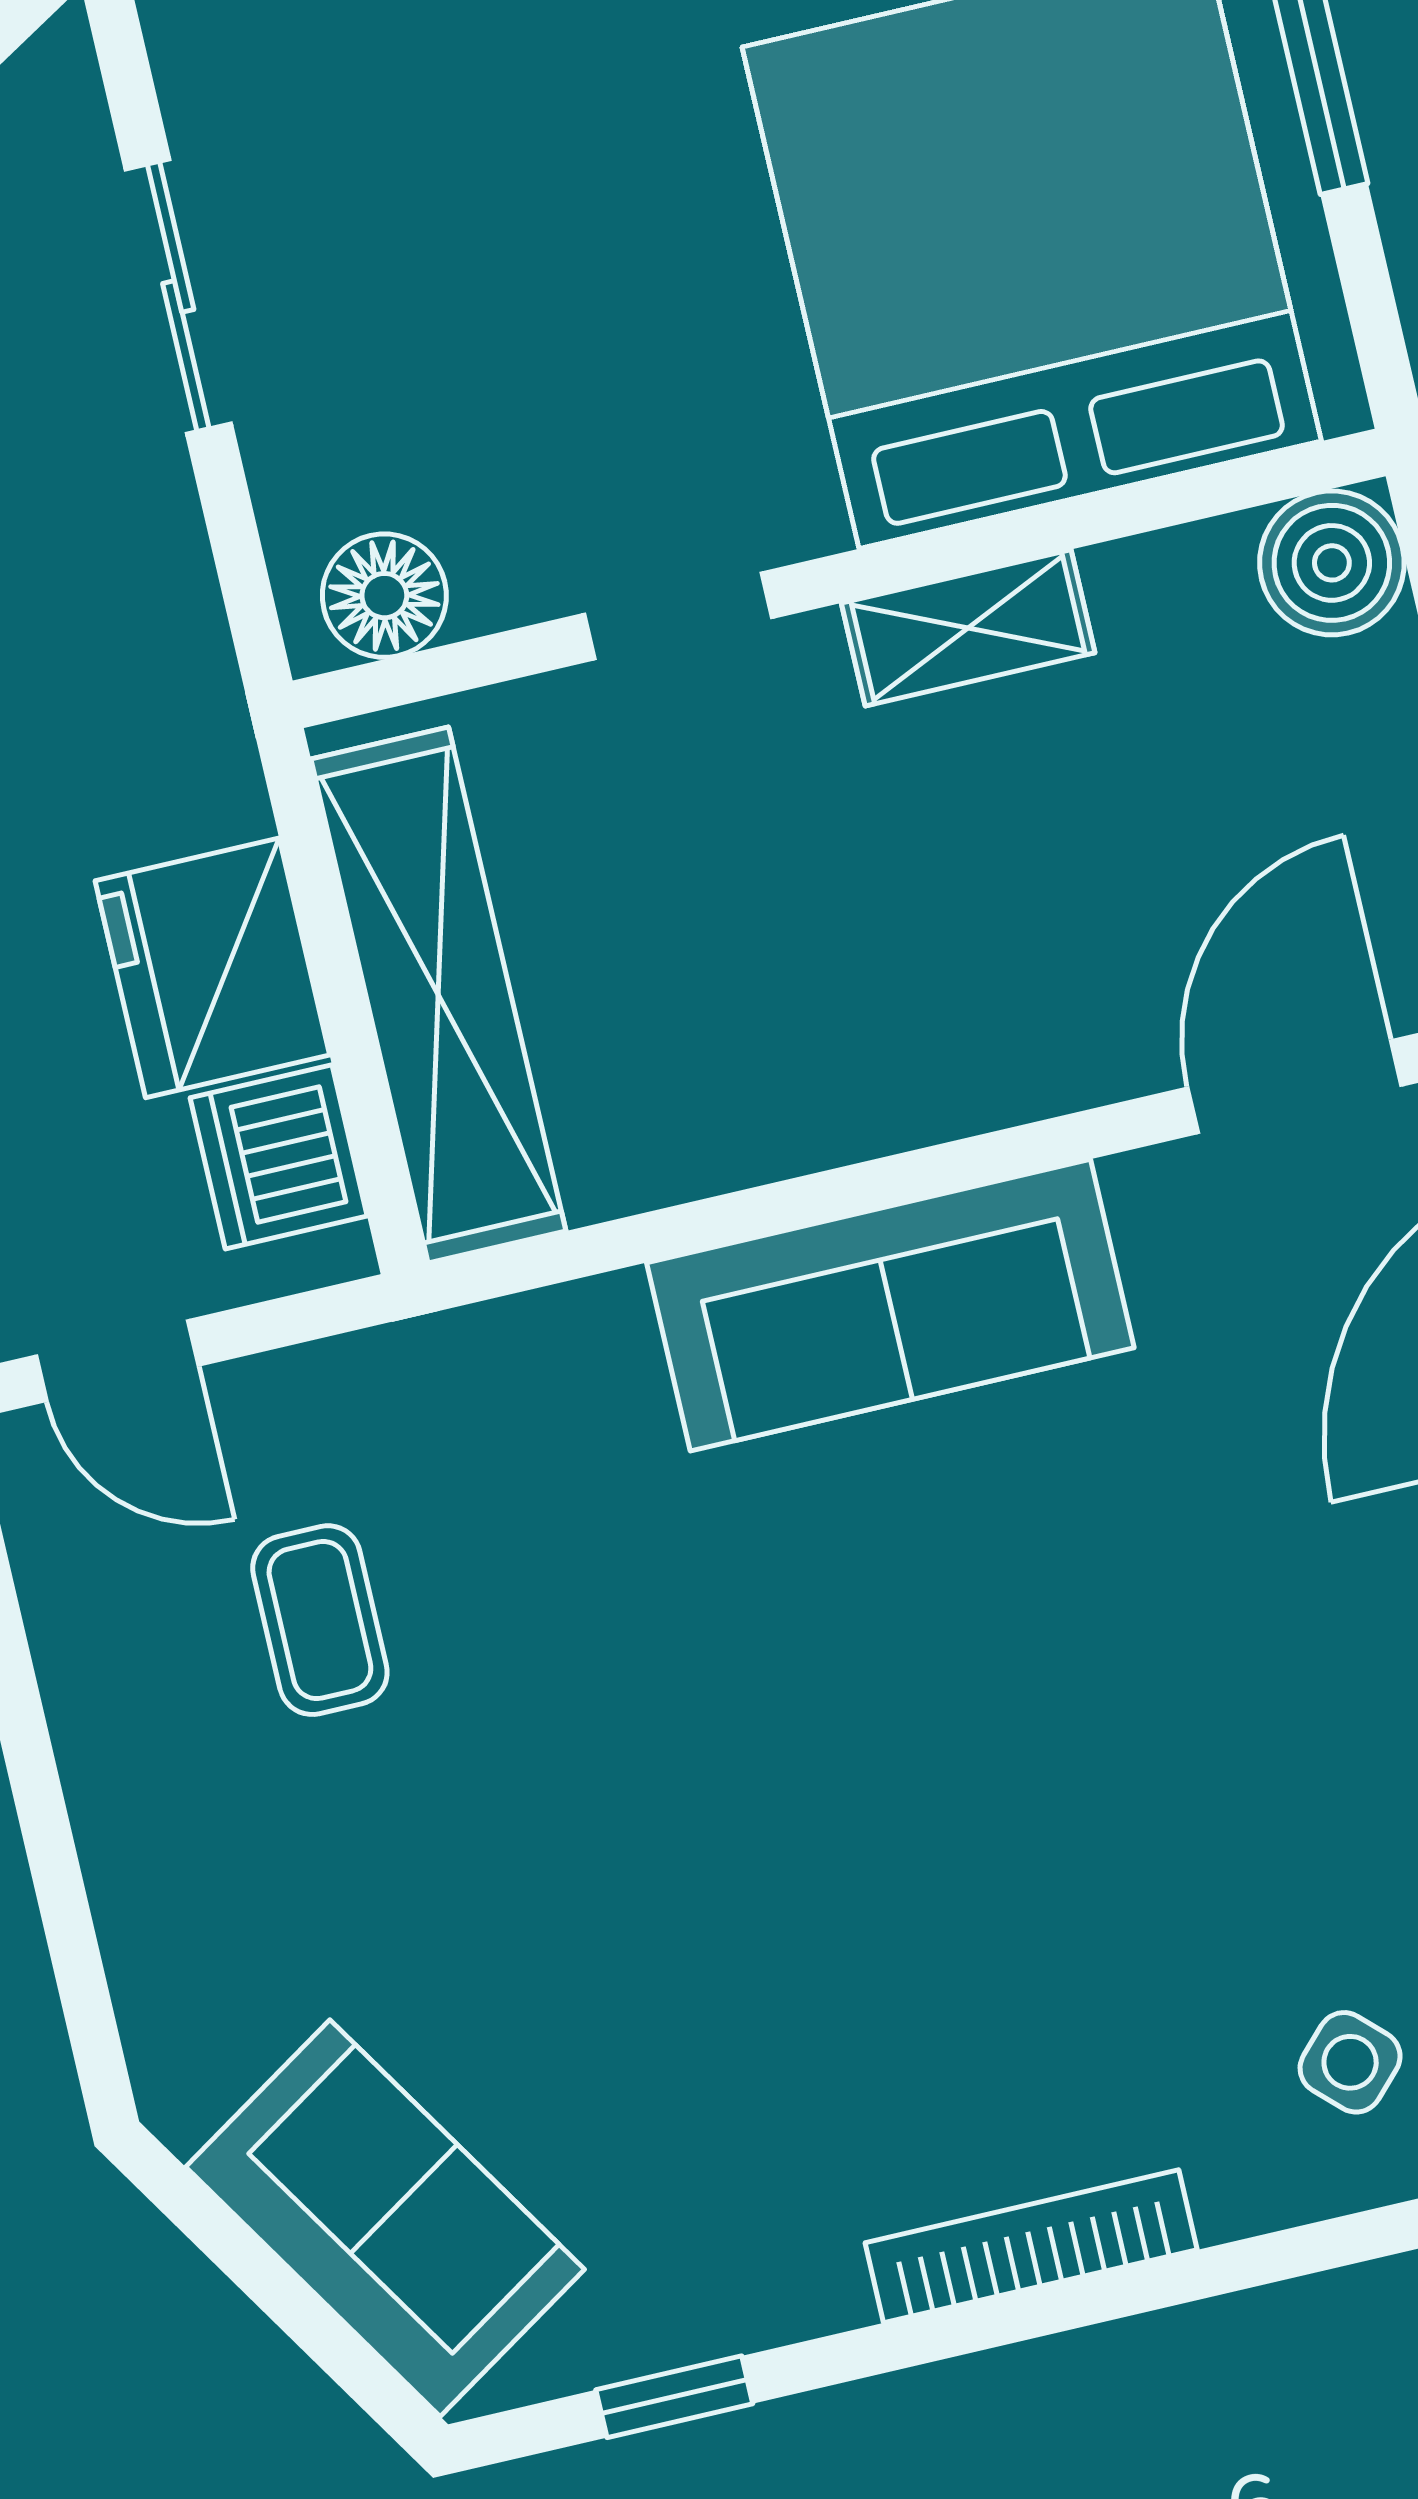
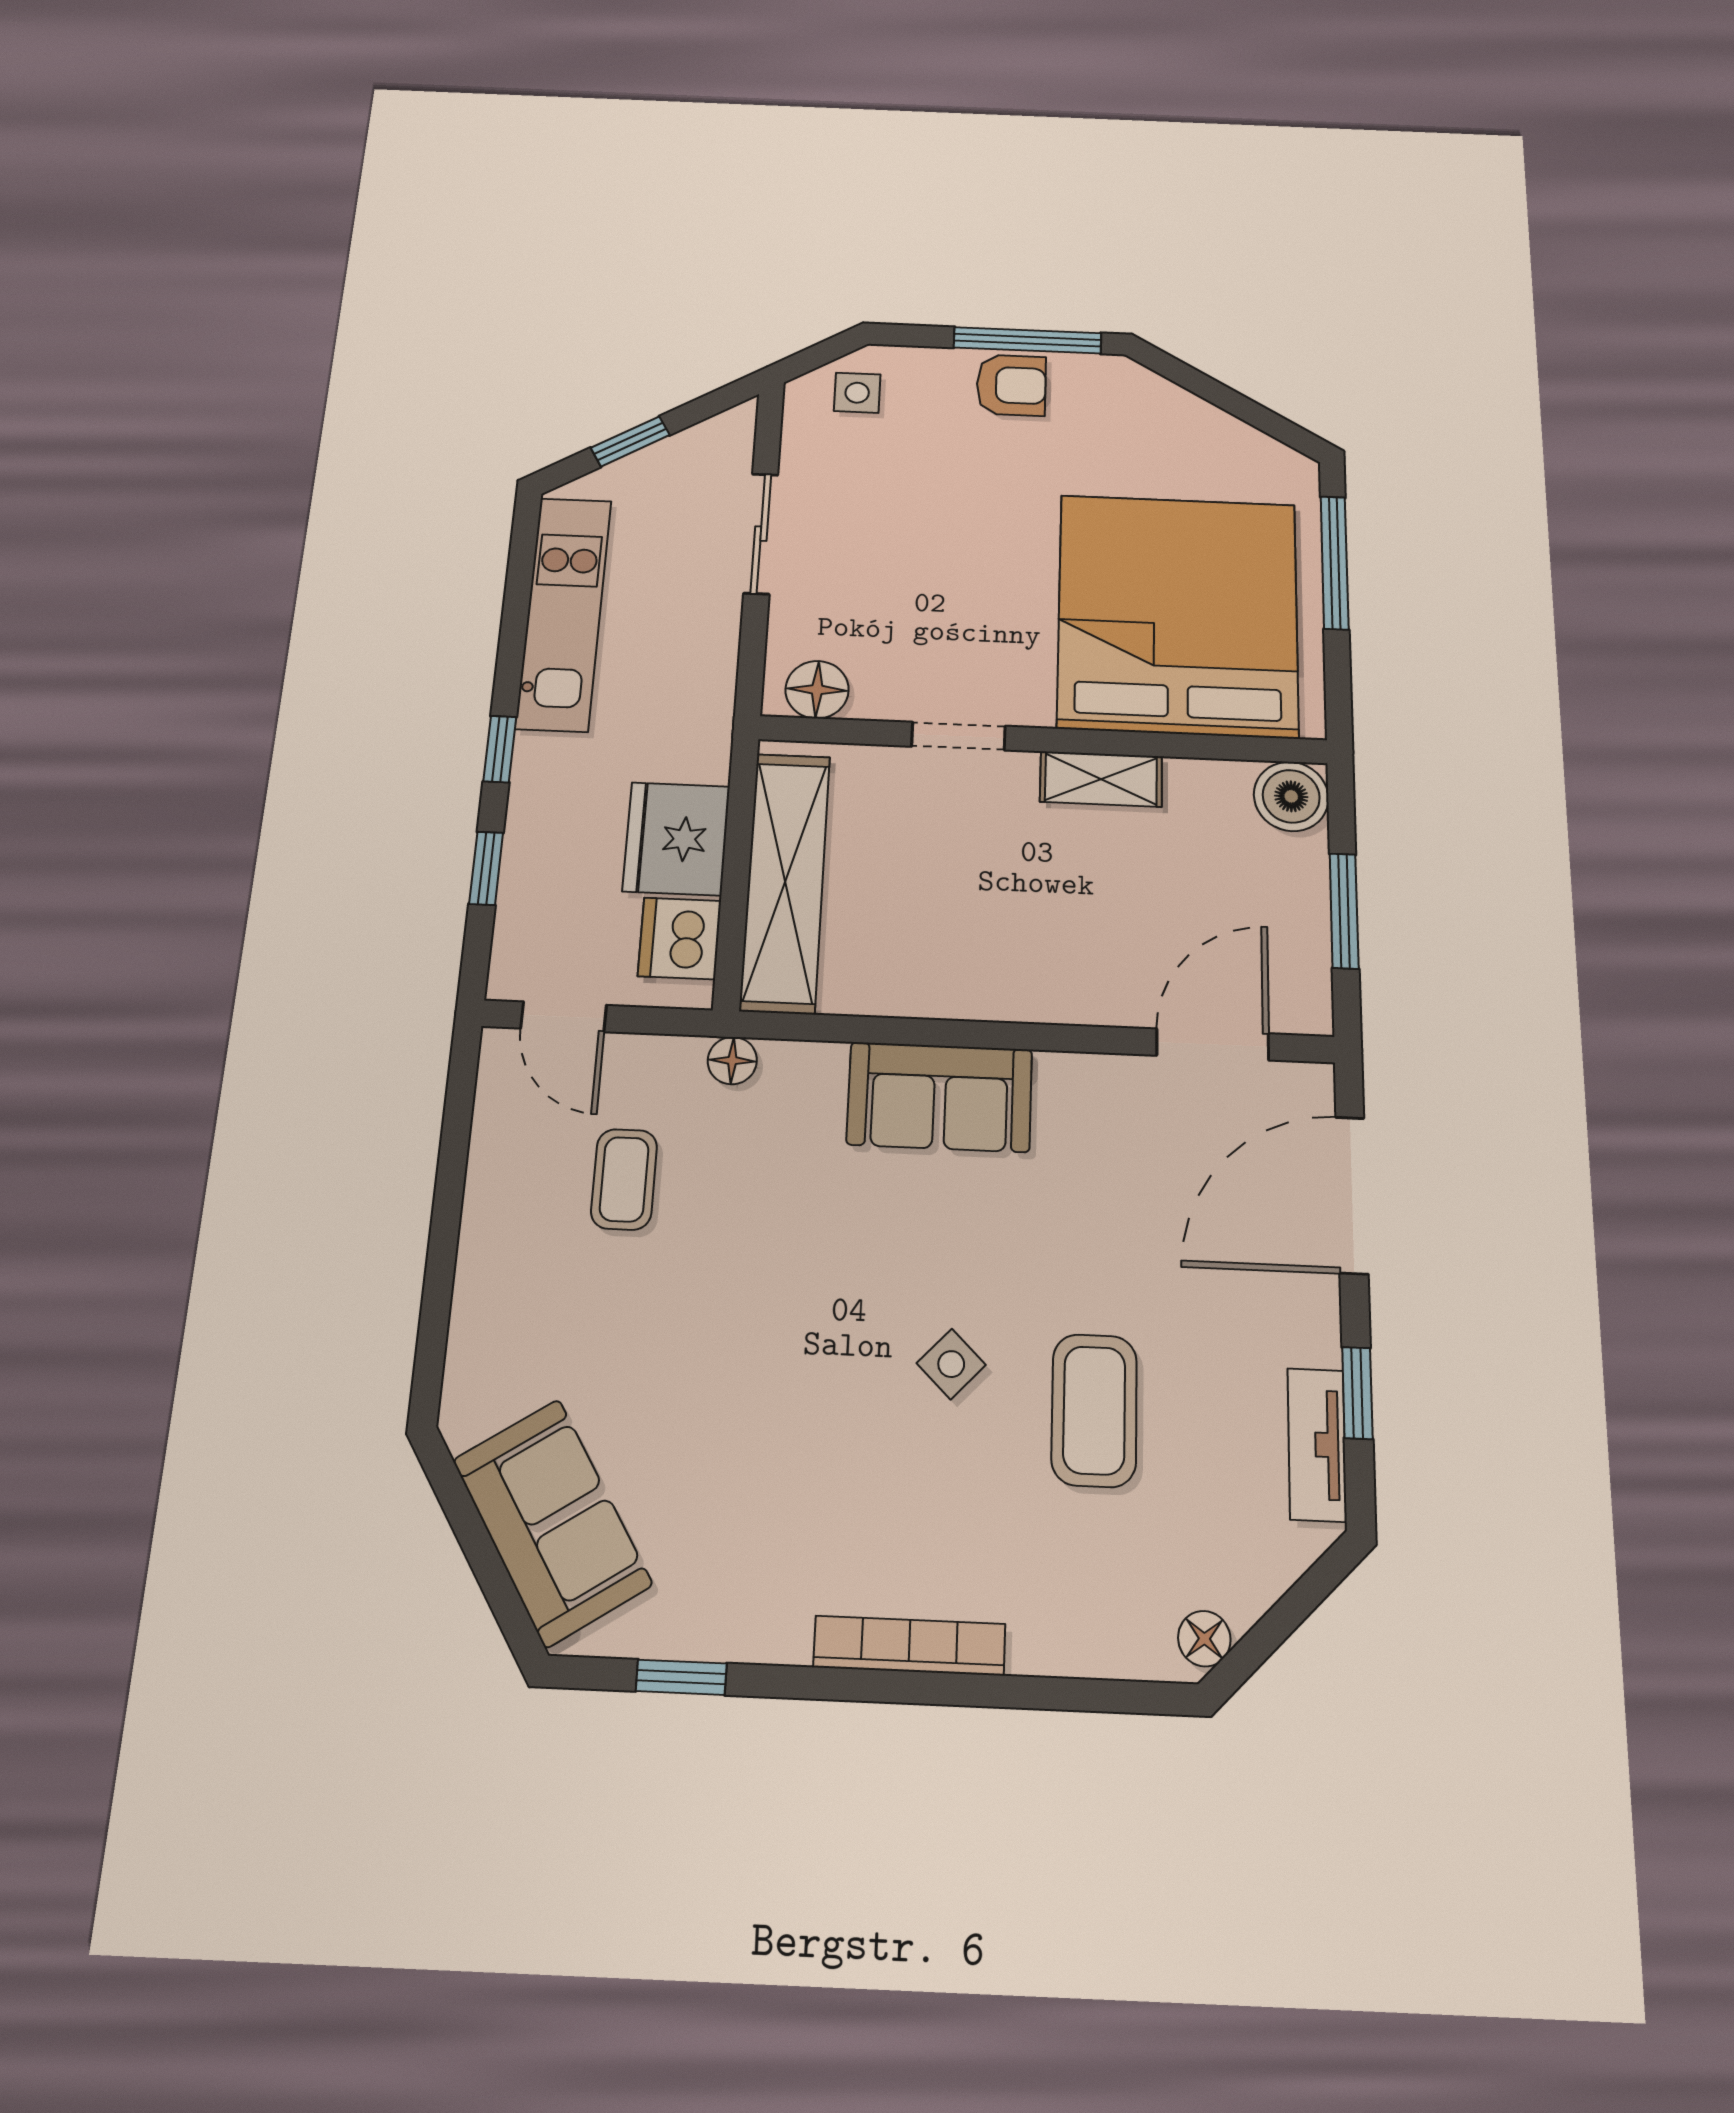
sofa: (890, 1305) -> (940, 1097), width x0.73
floor lamp: (444, 1356) -> (732, 1061), added
coffee table: (1240, 1787) -> (1094, 1410), added
side table: (1350, 2062) -> (951, 1364), moved

